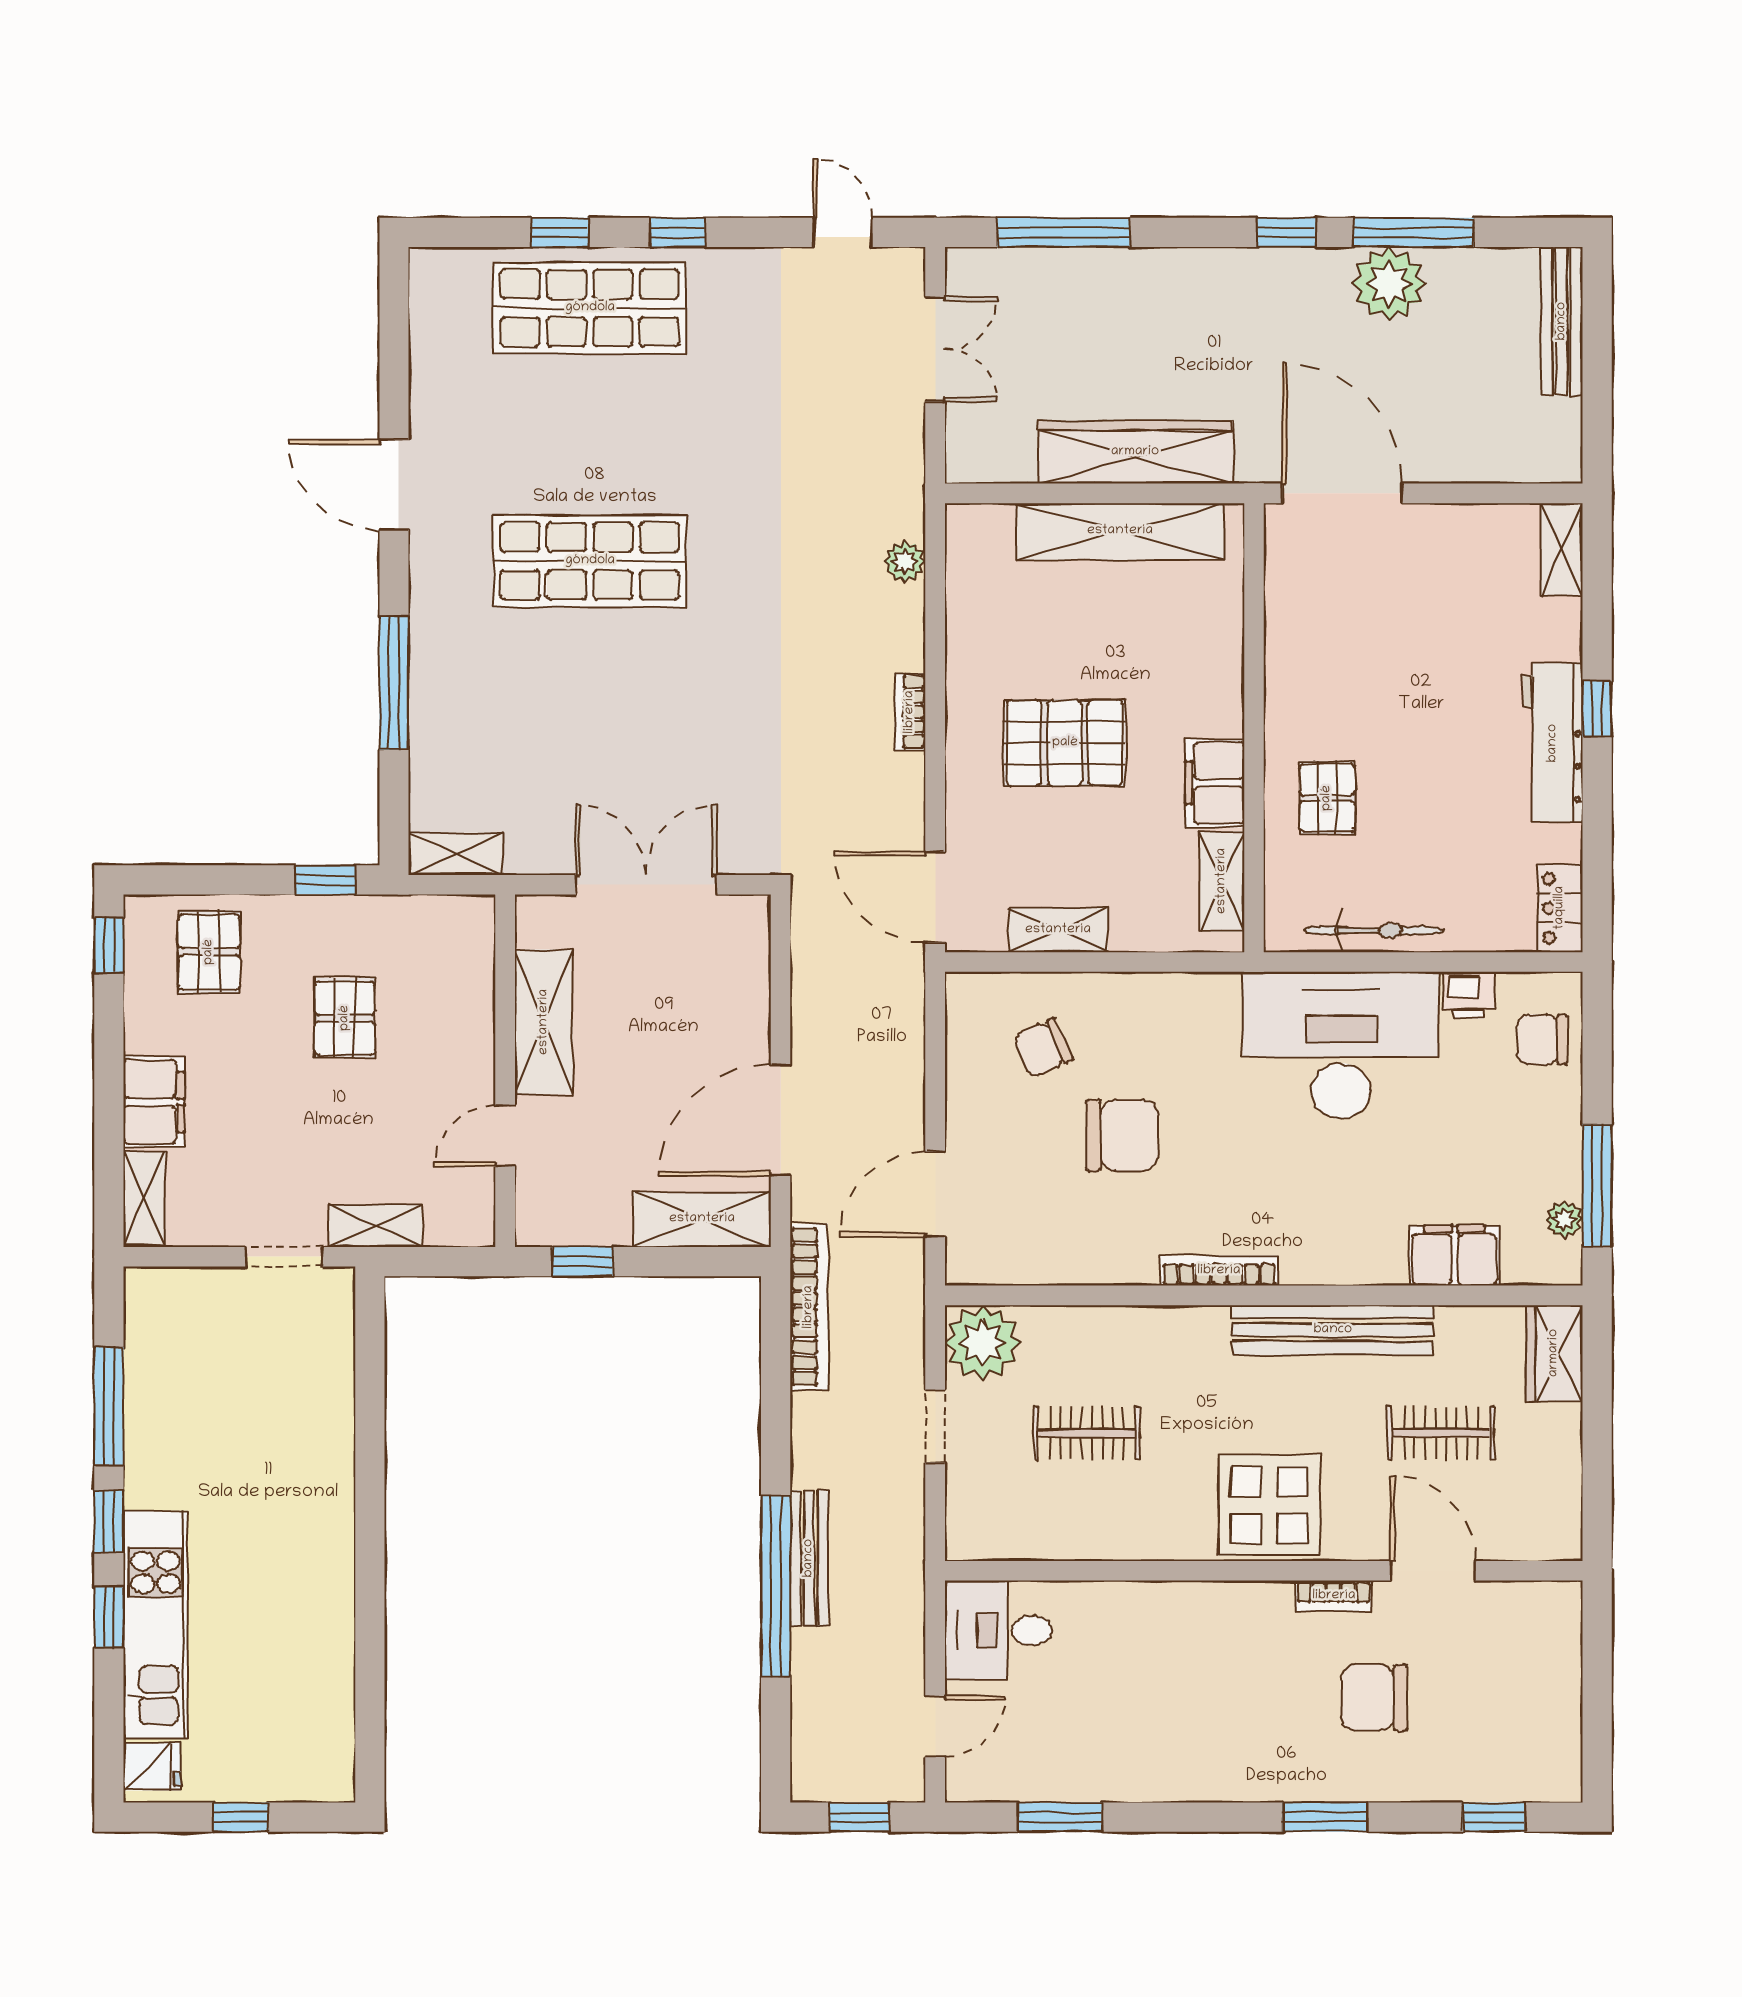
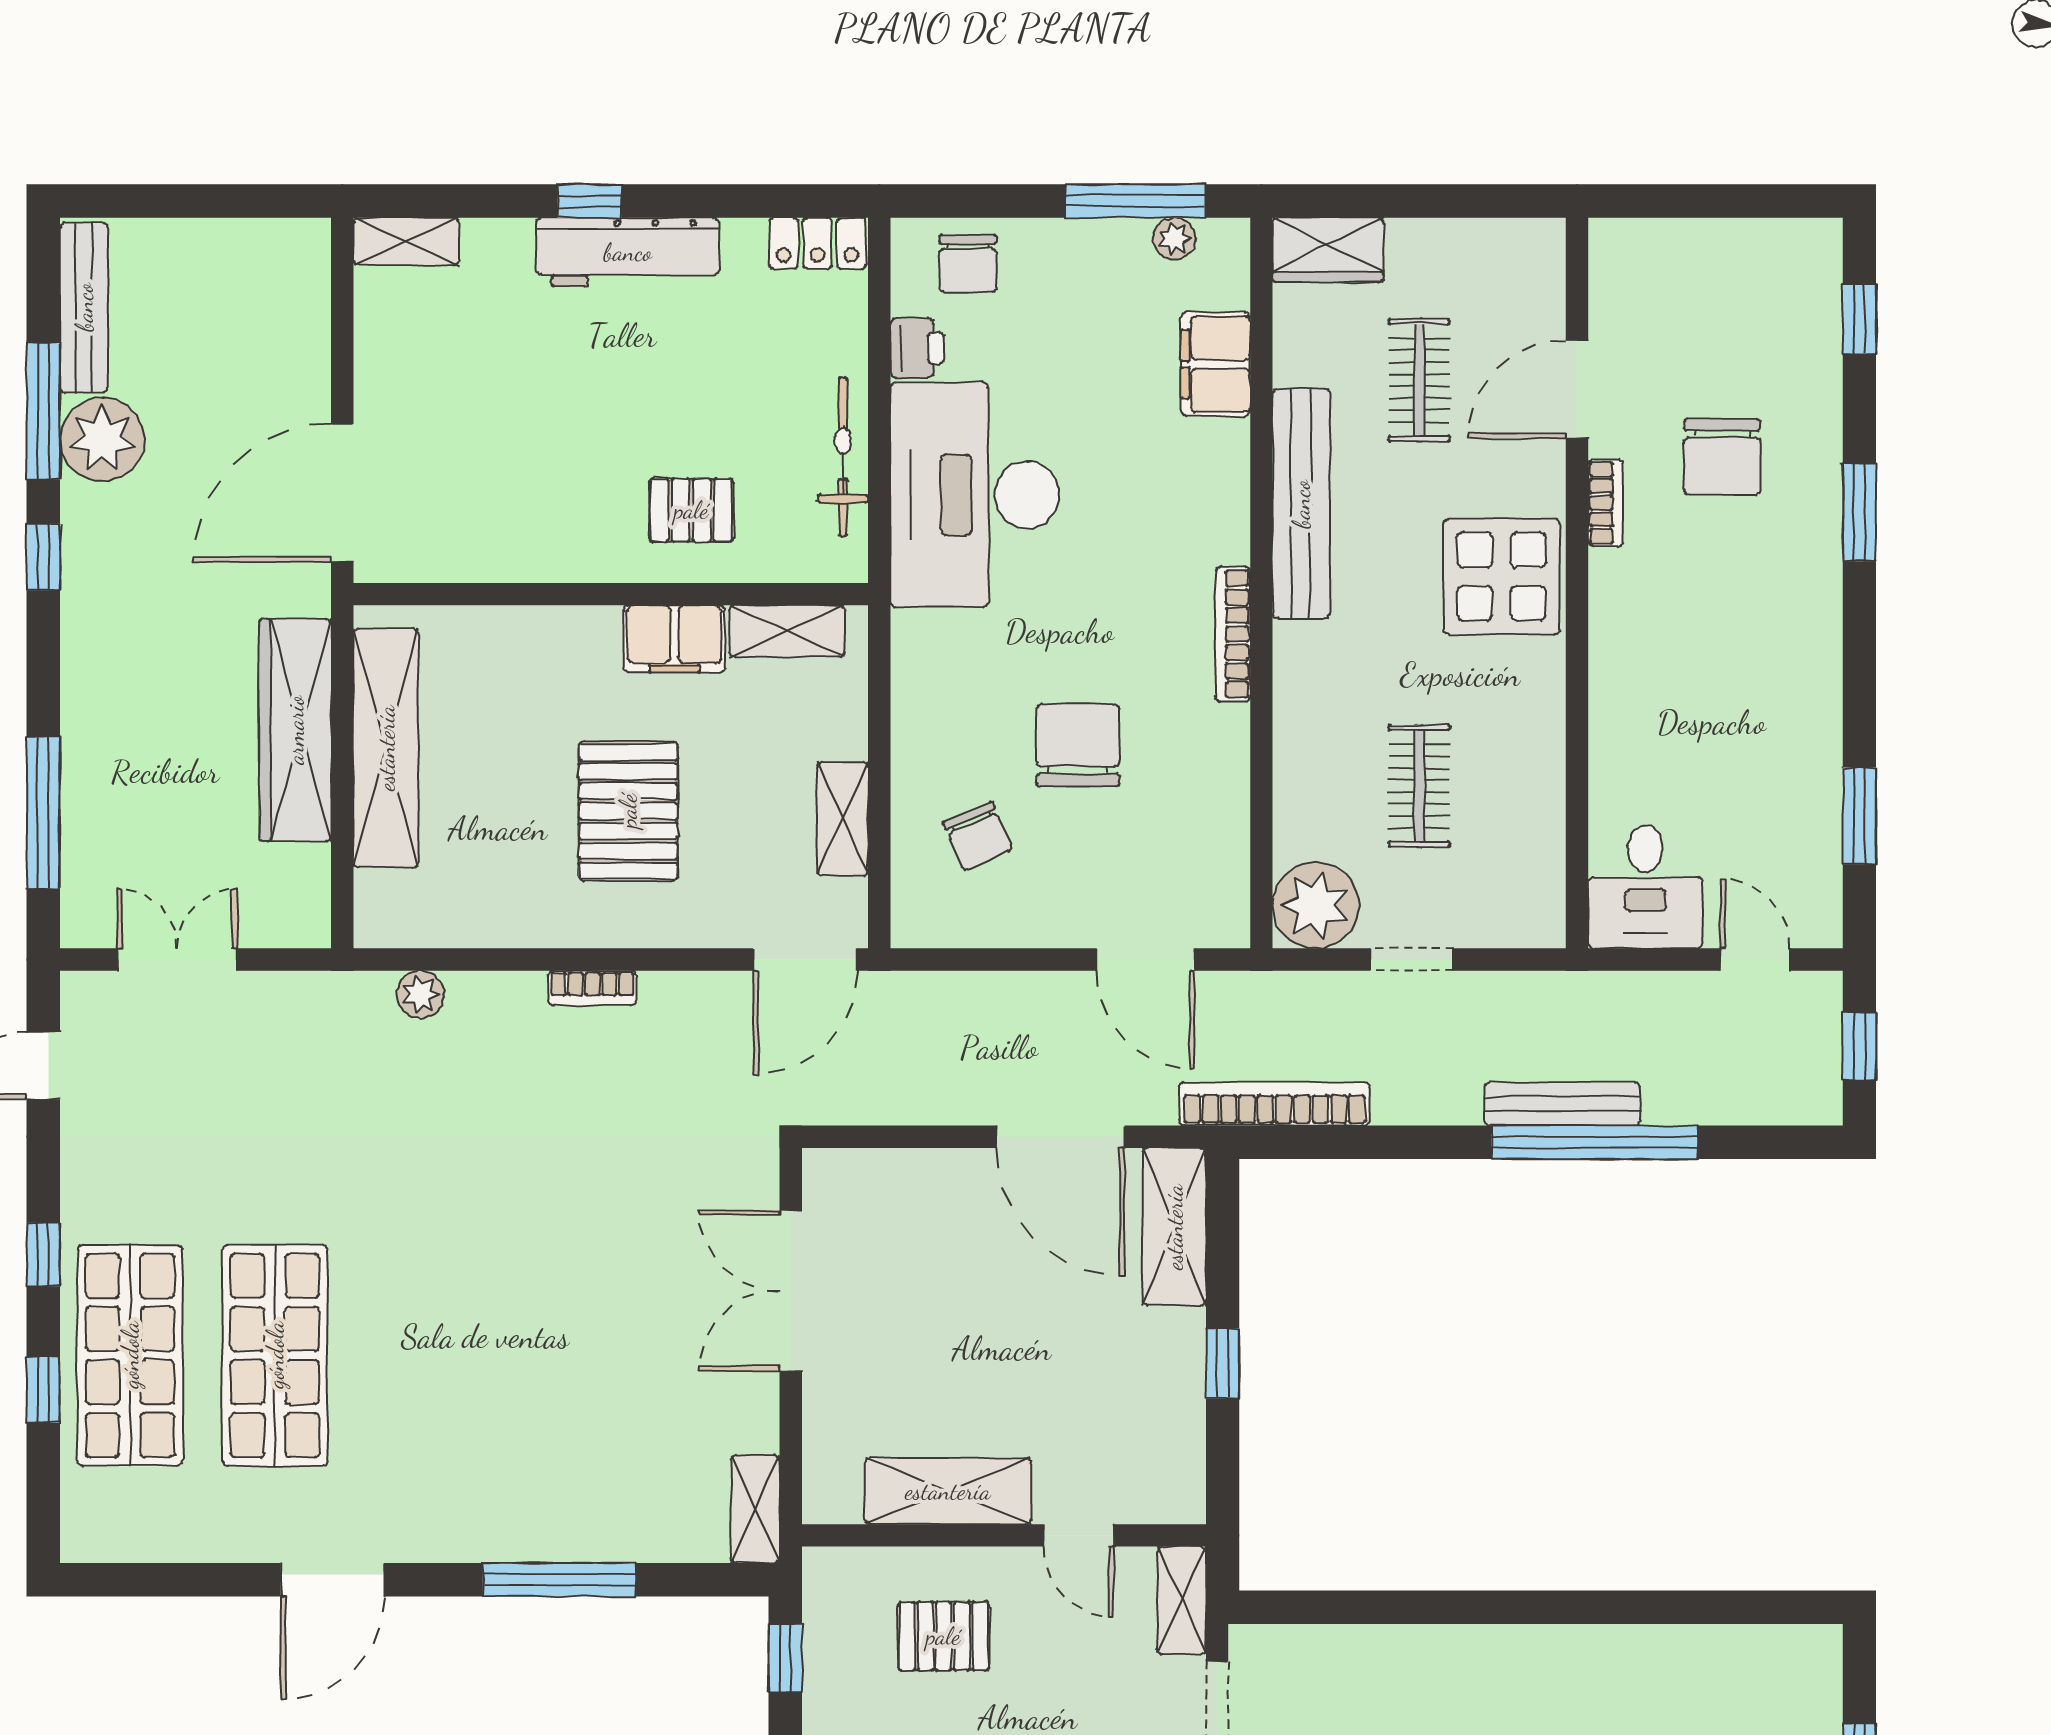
bench: (1562, 321) -> (84, 307), moved, turned 90
shop shelf: (590, 561) -> (275, 1355), moved
shelving: (544, 1022) -> (948, 1491), moved
wall: (505, 1071) -> (1004, 1535), moved
door: (505, 1136) -> (1078, 1535), moved

